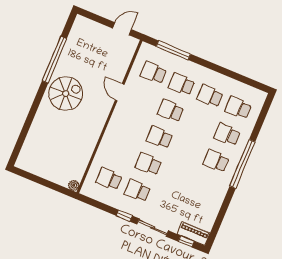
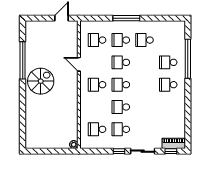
window: (173, 50) -> (126, 18), moved
school desk: (238, 108) -> (97, 85), moved
window: (242, 164) -> (188, 59), moved

